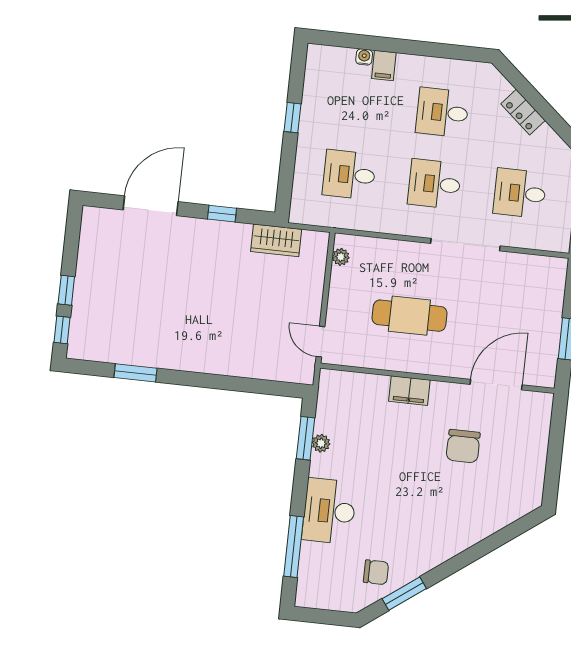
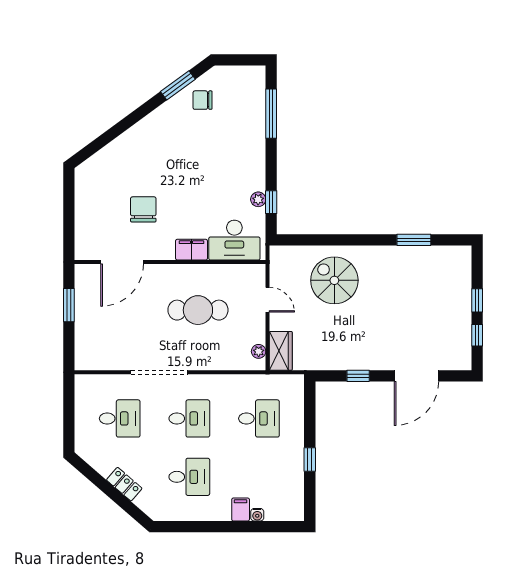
wardrobe: (276, 240) -> (281, 351), moved, turned 90
window: (62, 330) -> (477, 335), moved
spiral stairs: (238, 334) -> (334, 280), added
door: (321, 342) -> (267, 300), moved
window: (305, 438) -> (271, 202), width x0.67
desk: (329, 511) -> (234, 240), moved, turned 90

